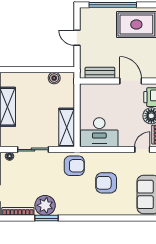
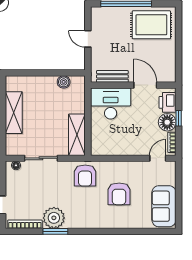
desk: (99, 132) -> (111, 104), moved, turned 180
armchair: (74, 166) -> (85, 176), turned 90
armchair: (106, 183) -> (119, 194), turned -90

